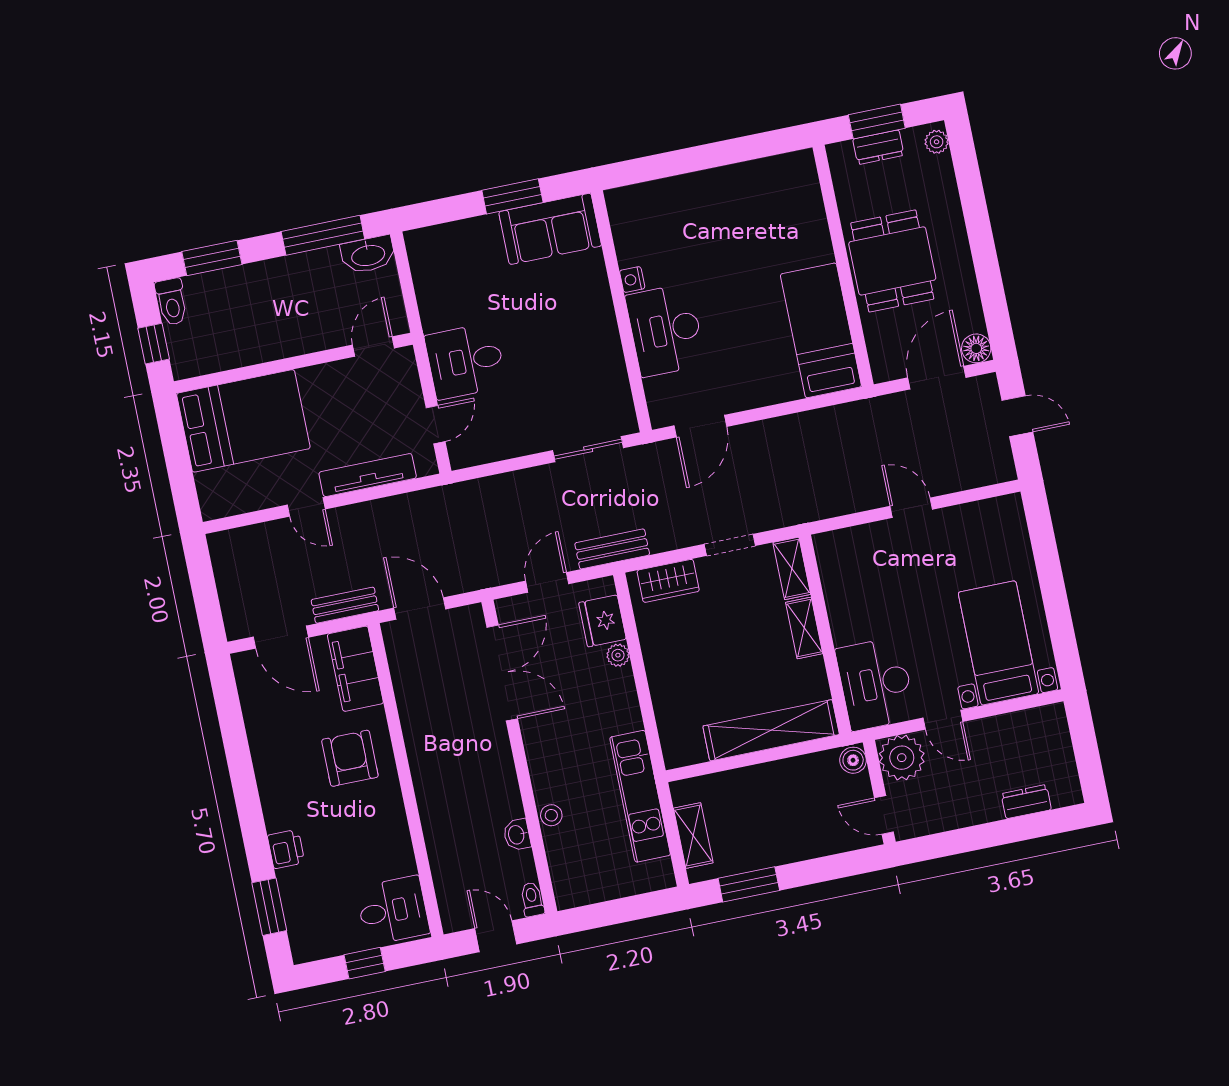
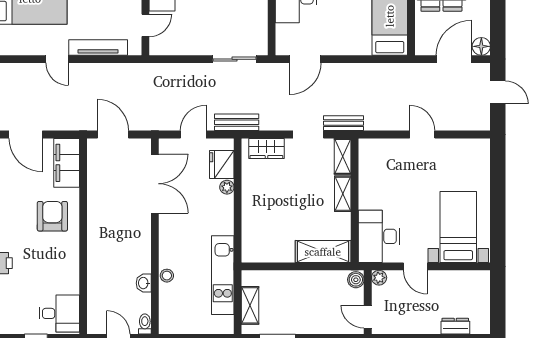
bench: (345, 605) -> (344, 123), moved
shelving: (771, 730) -> (323, 252), width x0.68
plant: (902, 758) -> (379, 278), width x0.53, depth x0.53

